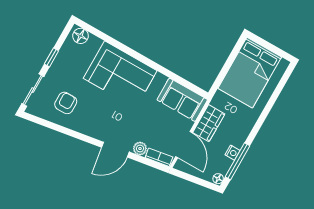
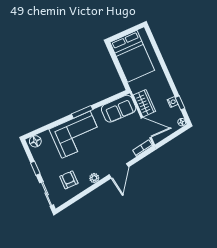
window: (150, 63) -> (82, 112), added
plant: (140, 149) -> (94, 178), moved
window: (237, 161) -> (180, 103), width x0.46

